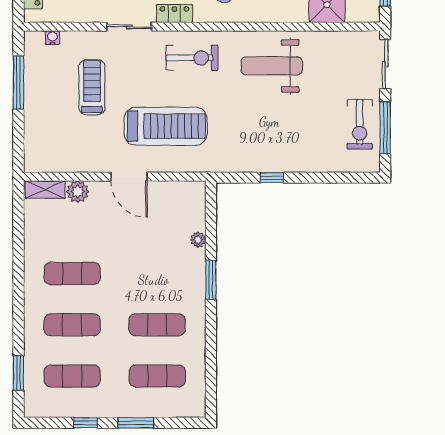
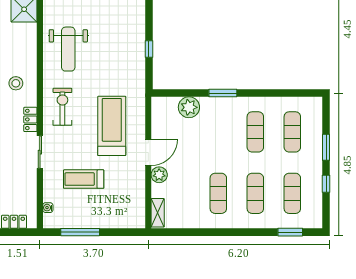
plant: (78, 192) -> (159, 175), moved
plant: (198, 240) -> (189, 107), width x1.88, depth x1.88

